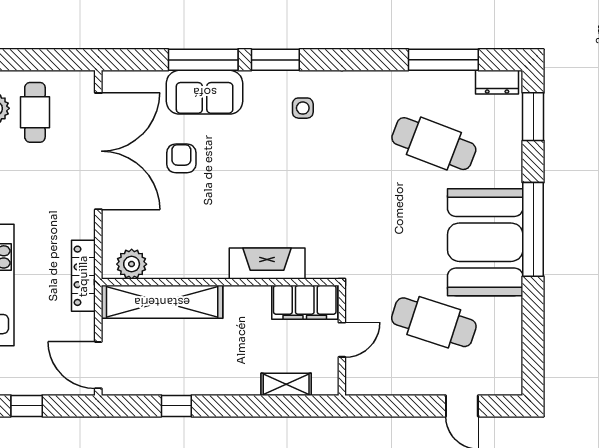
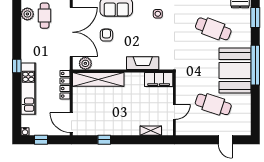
fireplace: (267, 263) -> (143, 63), moved
plant: (132, 264) -> (85, 63), moved
wall: (220, 282) -> (123, 71), moved
shelving: (162, 302) -> (98, 79), moved
filing cabinet: (305, 302) -> (159, 80), moved

